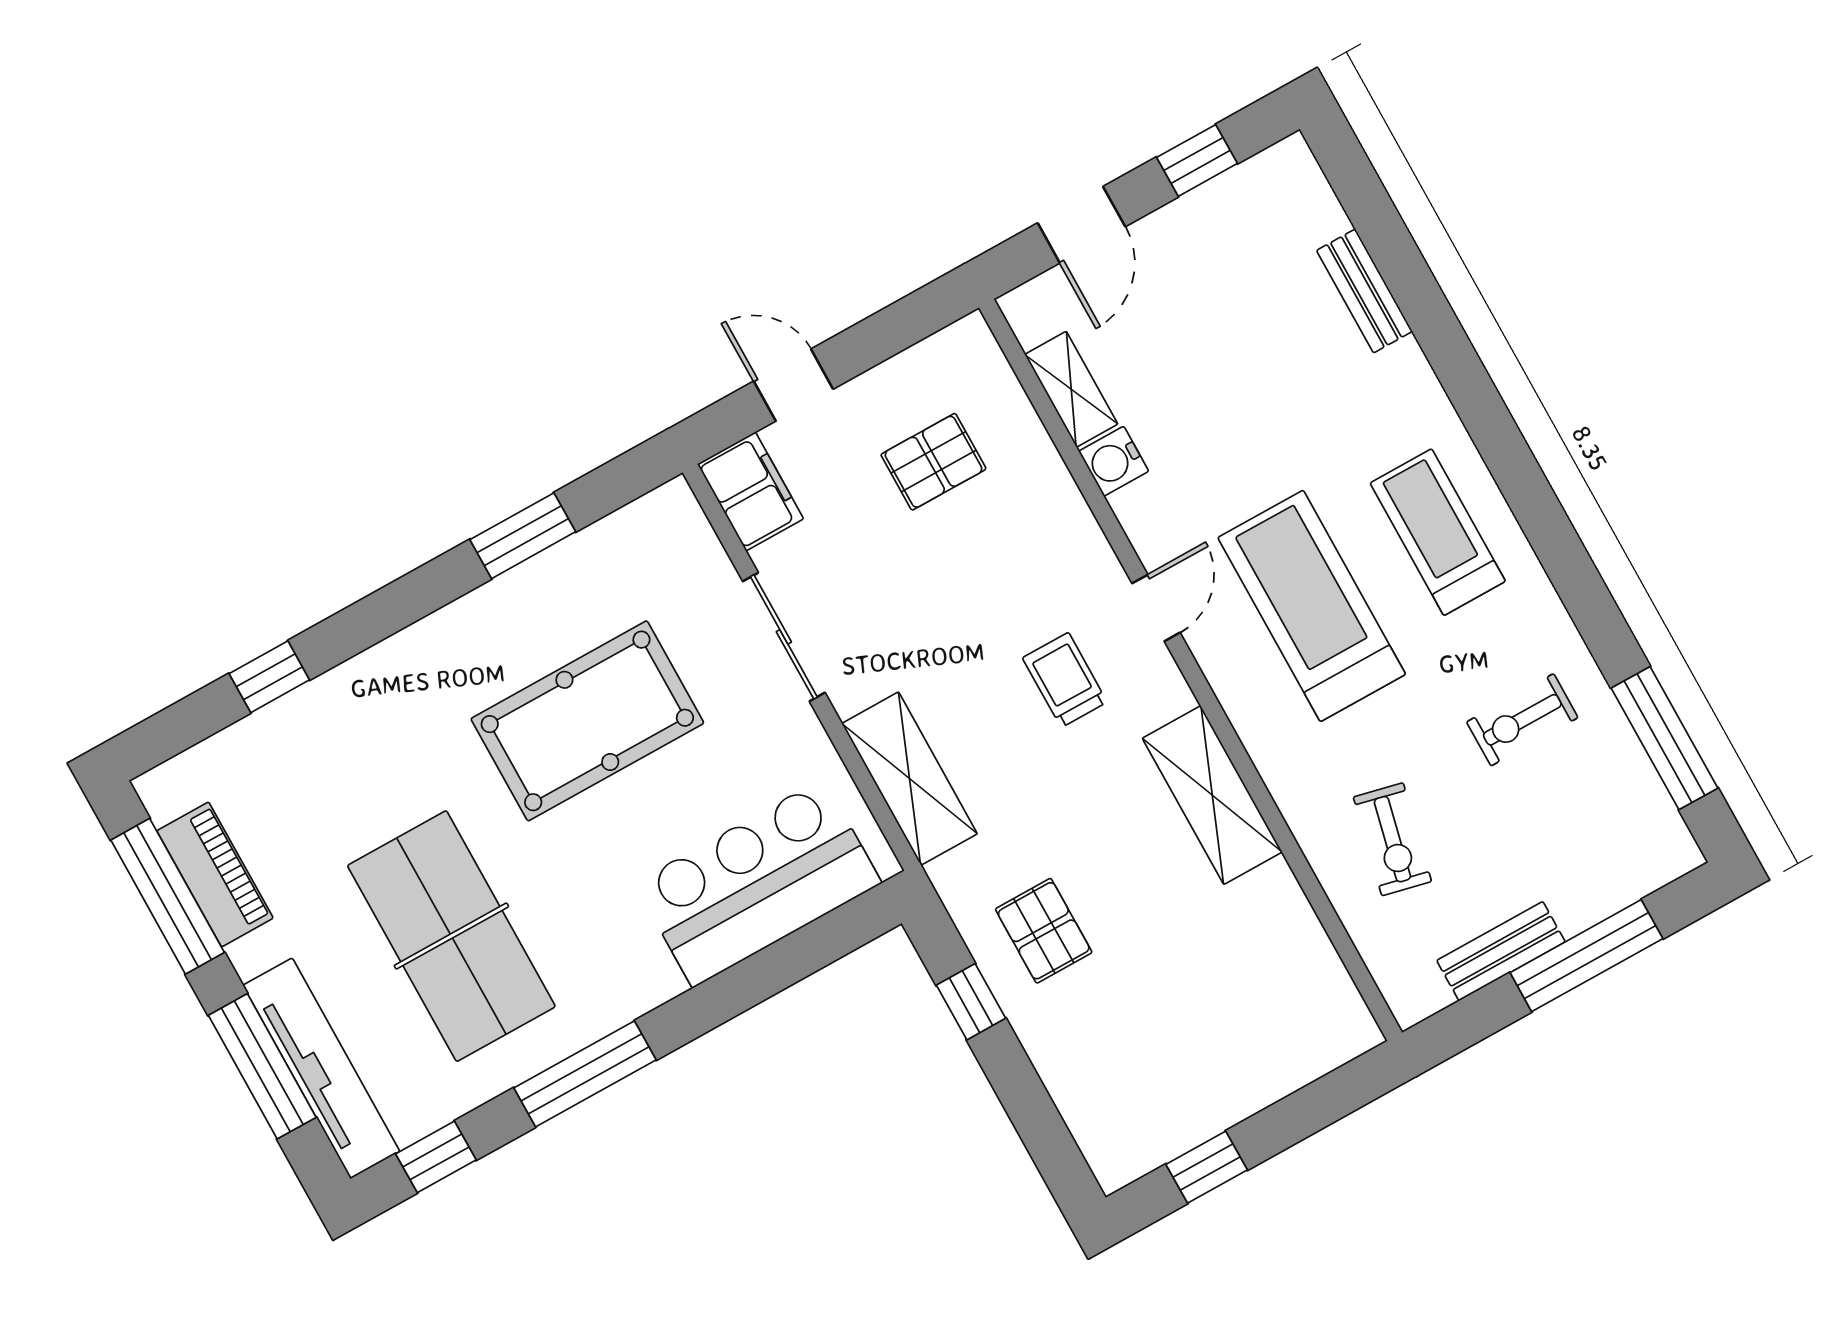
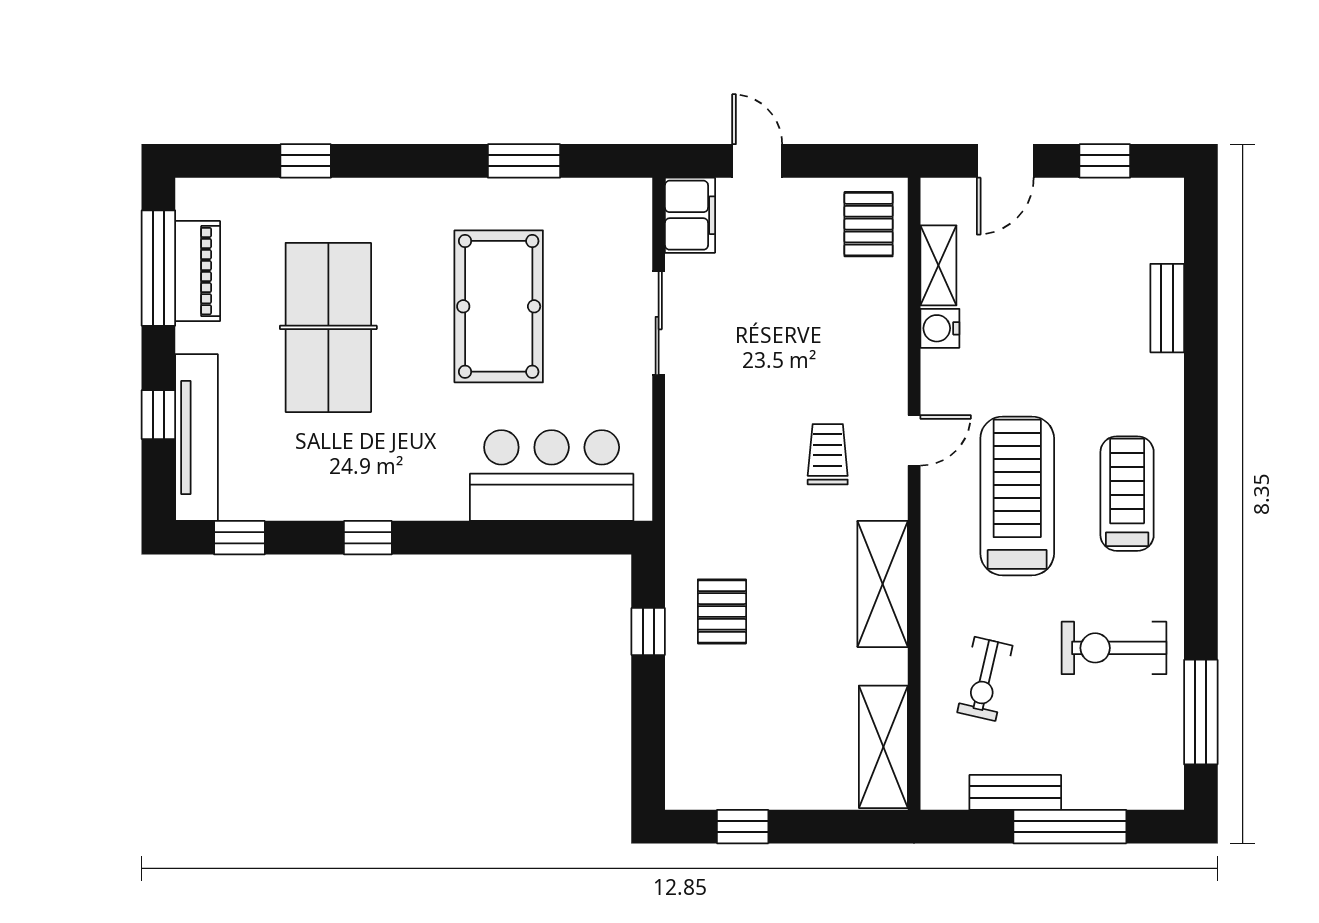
pallet: (933, 462) -> (869, 224), moved, turned 90
exercise bike: (1522, 720) -> (1114, 648), width x1.38, depth x1.39
pool table: (587, 721) -> (499, 306), turned 90
shelving: (910, 779) -> (883, 747), moved
table tennis table: (451, 936) -> (328, 327), moved
window: (262, 1066) -> (158, 415), width x0.46
window: (585, 1074) -> (368, 538), width x0.46

